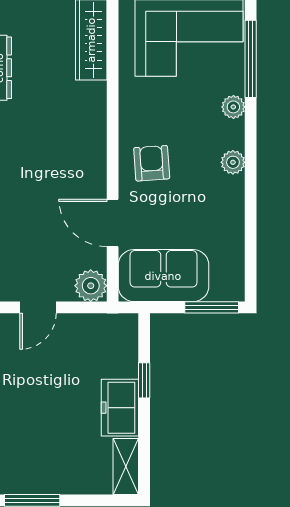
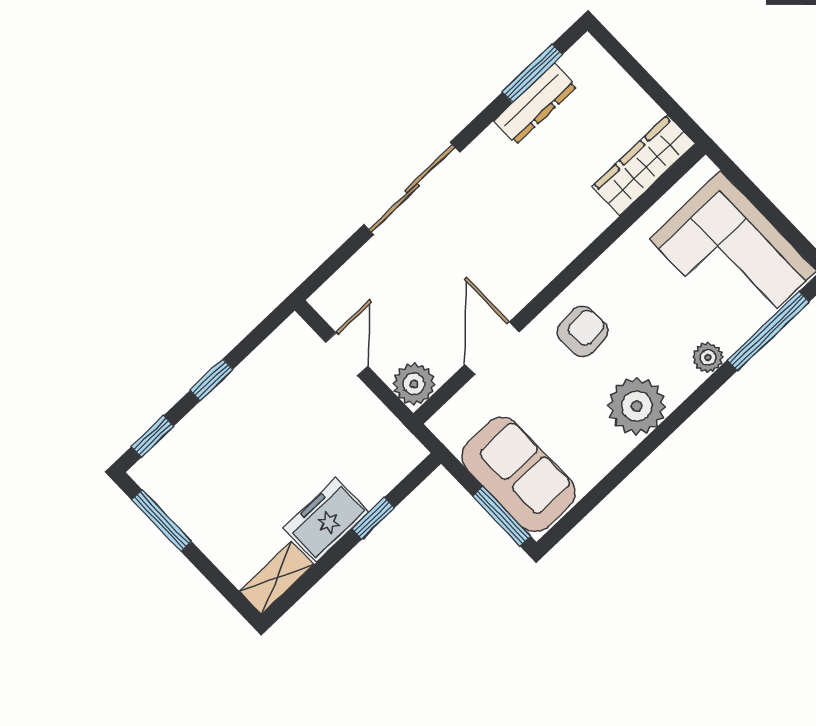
plant: (233, 162) -> (637, 406), width x1.88, depth x1.88
sofa: (163, 276) -> (519, 474), moved
door: (38, 307) -> (347, 354), swing flipped

